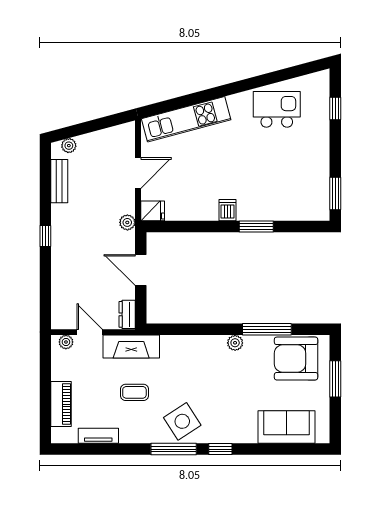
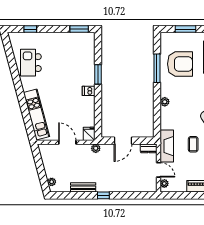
bench: (59, 181) -> (83, 187), moved
door: (90, 332) -> (159, 170), swing flipped
plant: (235, 343) -> (165, 102), moved
armchair: (296, 359) -> (180, 64), moved, turned -90

